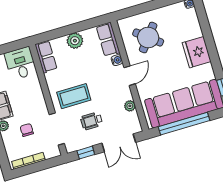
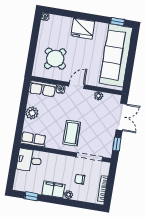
door: (130, 76) -> (77, 85), hinge flipped
wheelchair: (92, 121) -> (96, 129), removed
window: (184, 124) -> (130, 63), removed

